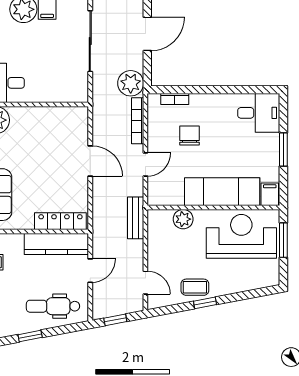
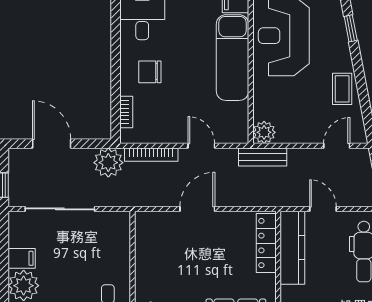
chair: (190, 136) -> (150, 72), moved
plant: (183, 219) -> (264, 132), moved
window: (205, 303) -> (351, 28), moved

